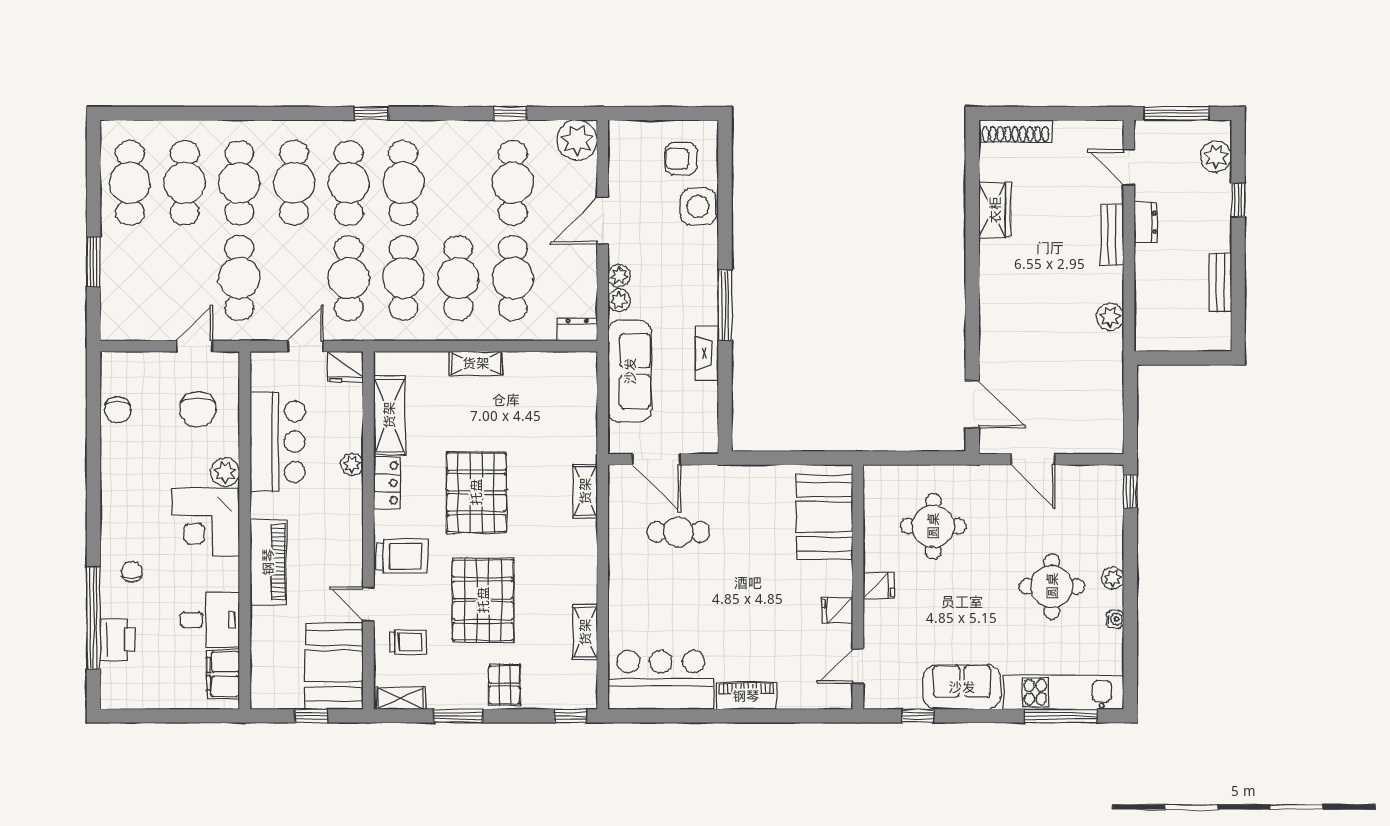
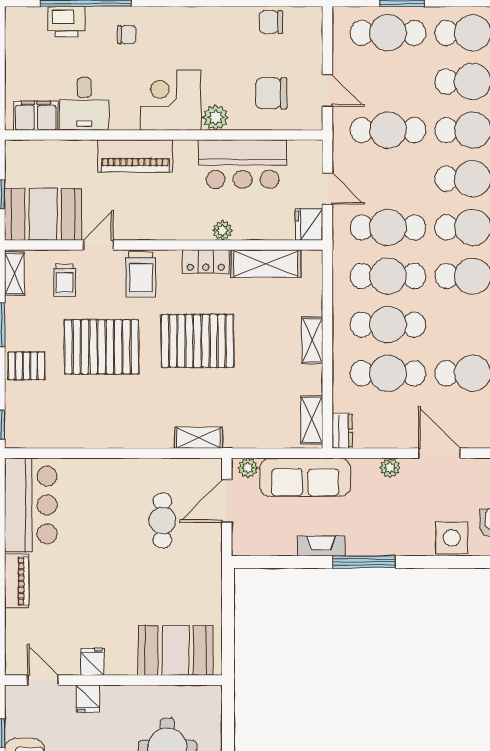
cafe table: (130, 278) -> (388, 33), added
plant: (619, 300) -> (248, 468), moved
fridge: (879, 586) -> (88, 699), moved
shelving: (585, 632) -> (312, 420), moved, turned 90

